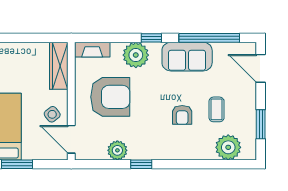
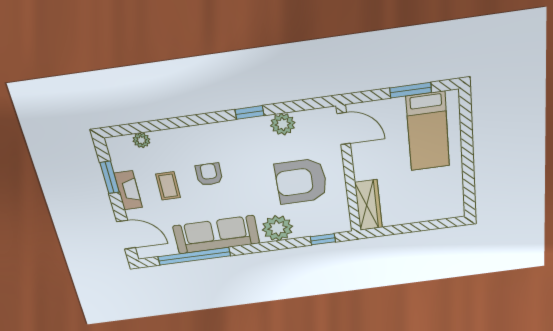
window: (151, 38) -> (323, 239), moved
fireplace: (92, 50) -> (128, 190), moved, turned 90
sofa: (187, 57) -> (216, 235), width x1.36
side table: (52, 114) -> (371, 153), removed
plant: (228, 147) -> (141, 140), width x0.53, depth x0.53

